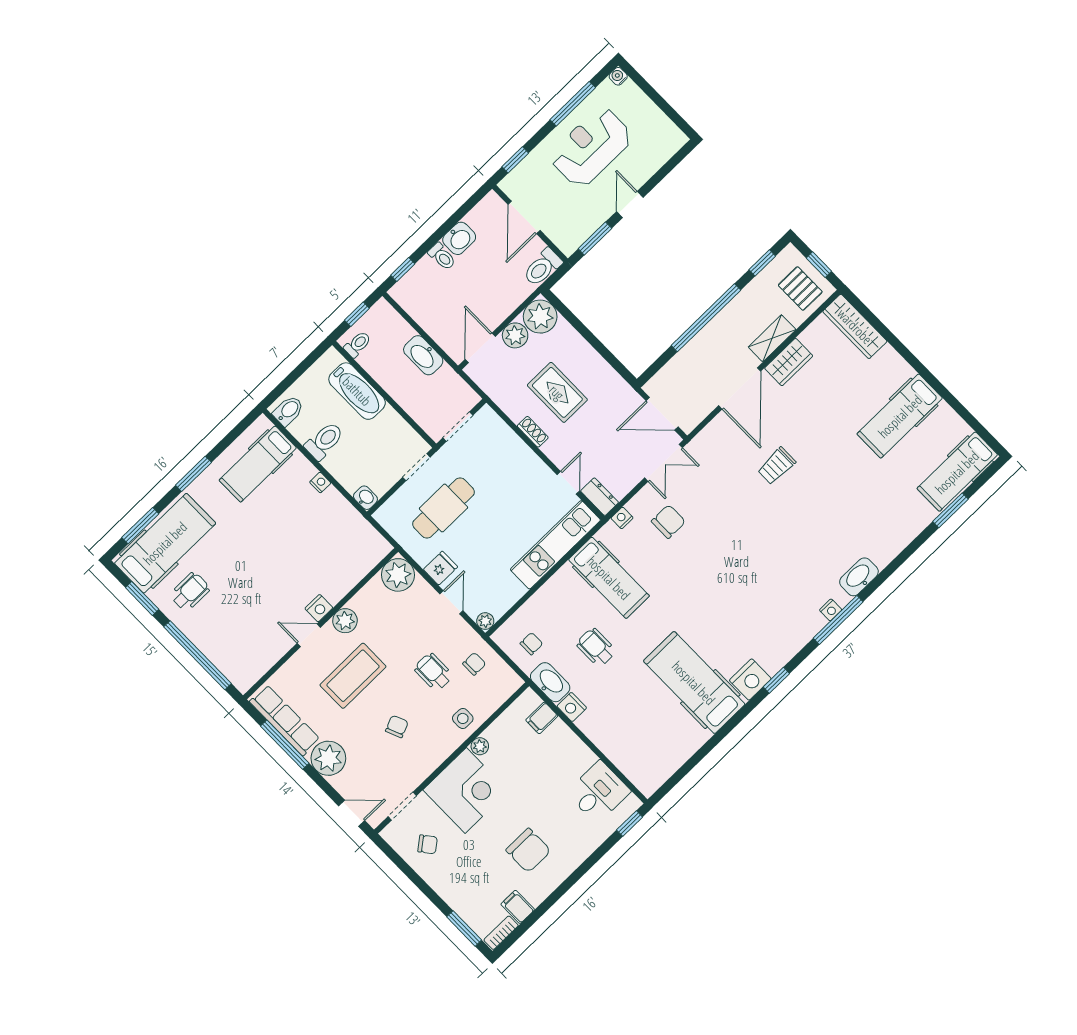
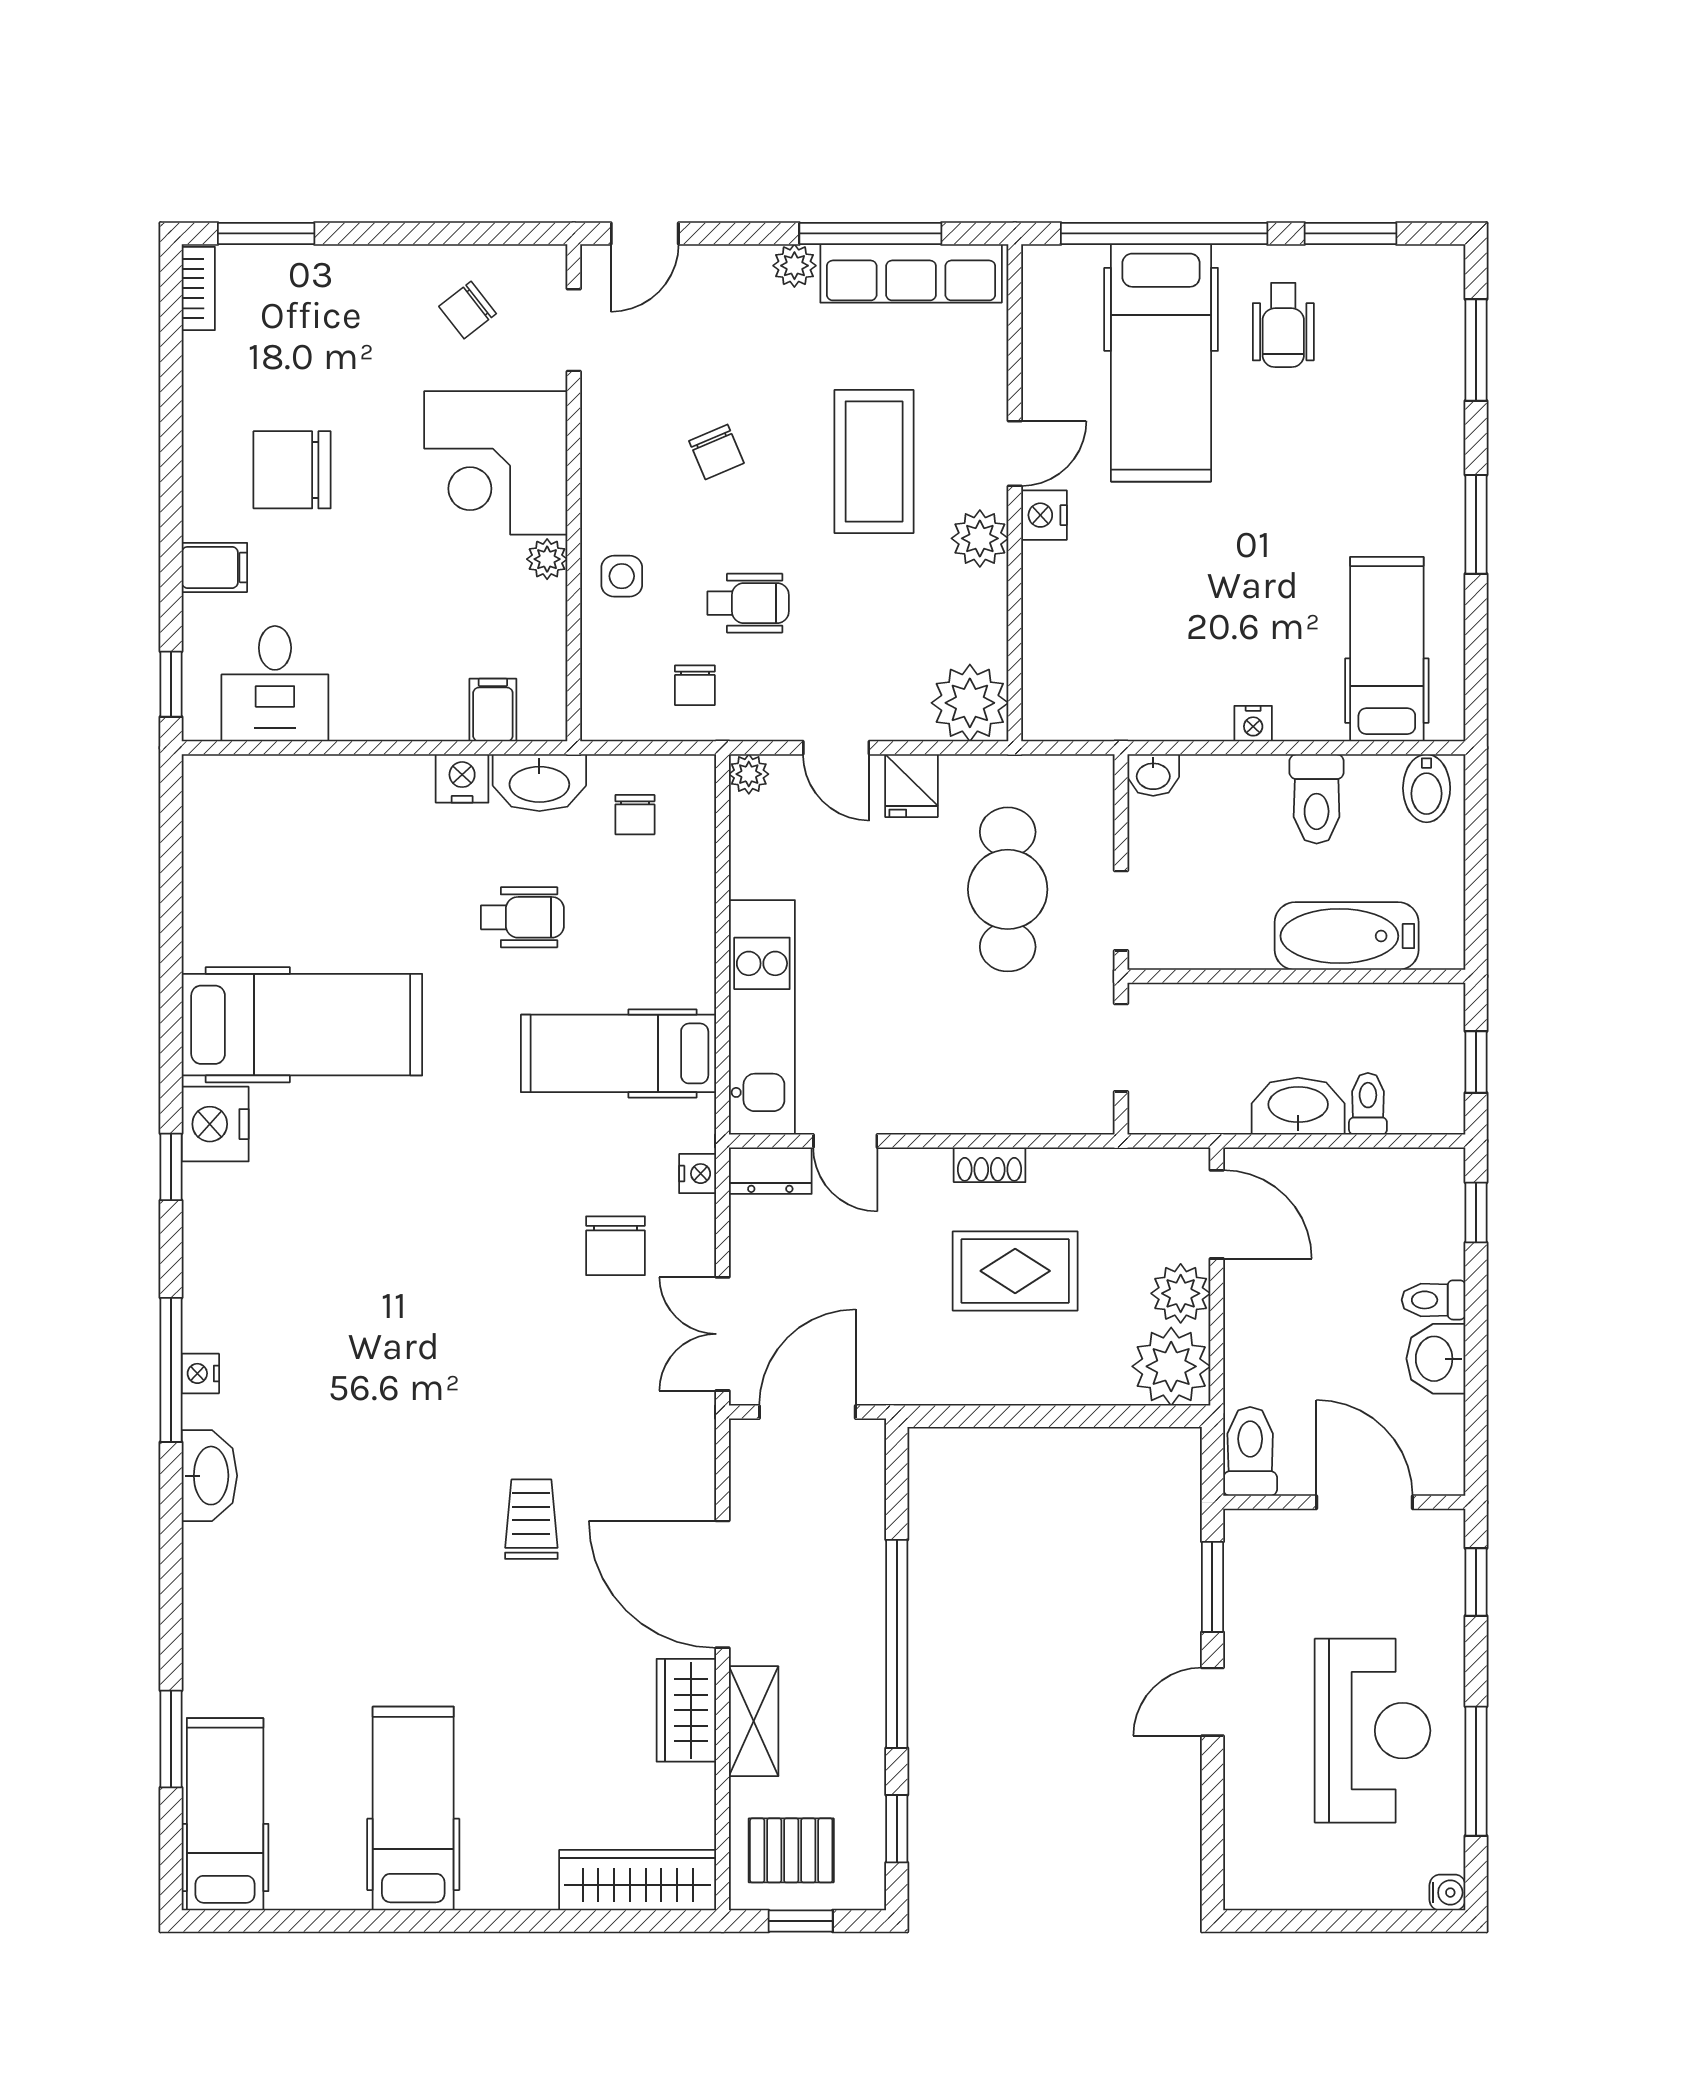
door: (630, 204) -> (1212, 1702), swing flipped
toilet: (358, 344) -> (1368, 1104), moved, turned 180
hospital bed: (165, 543) -> (1161, 363), moved
plant: (328, 758) -> (794, 266), width x0.53, depth x0.53
filing cabinet: (518, 907) -> (214, 567), moved

